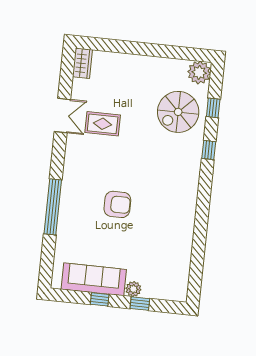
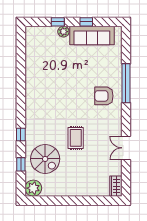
spiral stairs: (178, 112) -> (45, 159), turned 90
rug: (103, 124) -> (76, 138), moved, turned 90
armchair: (117, 204) -> (104, 96), moved

